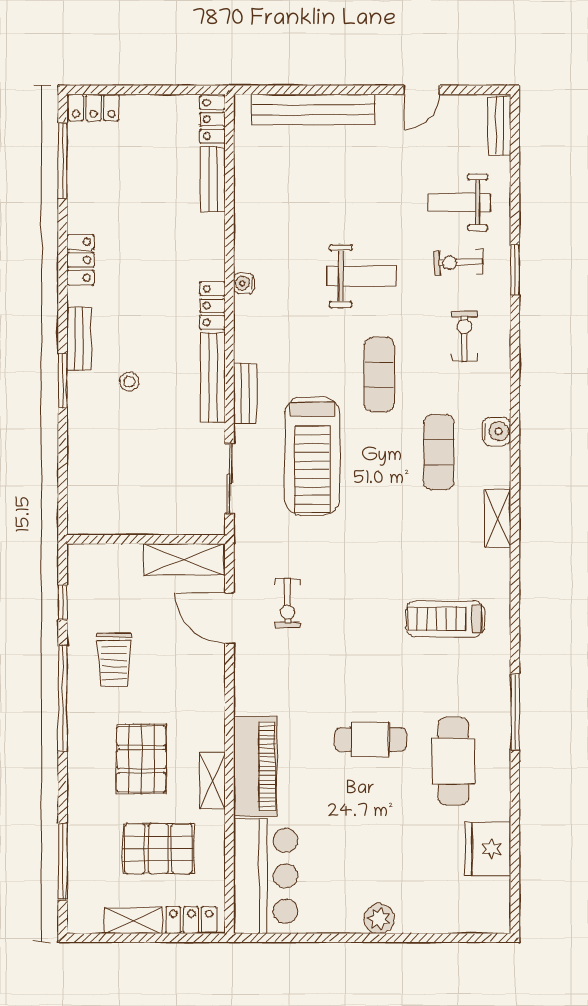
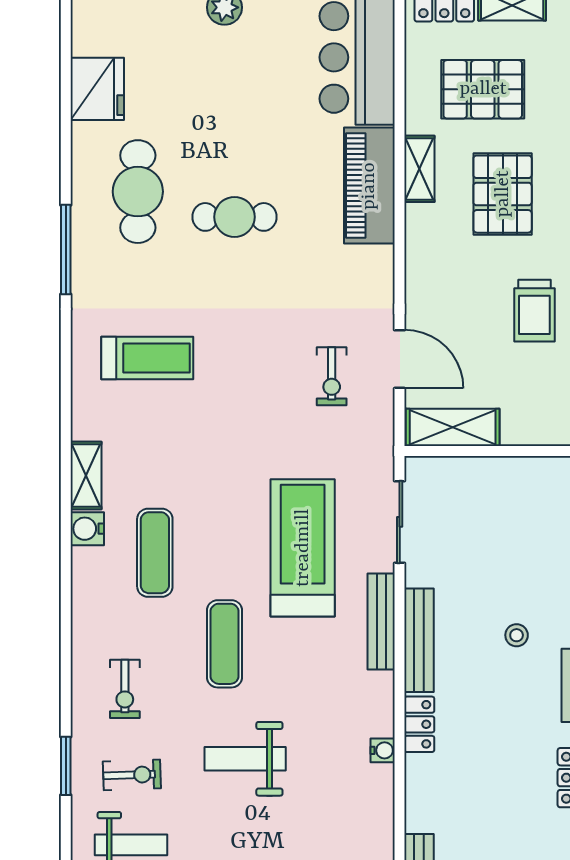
bench: (245, 393) -> (381, 621), width x1.36
water cooler: (496, 431) -> (87, 529), moved
exercise bike: (288, 603) -> (332, 376), turned 180
trolley: (114, 659) -> (534, 311), turned 180

